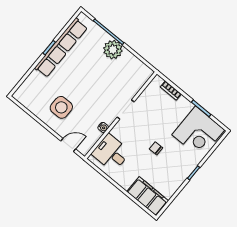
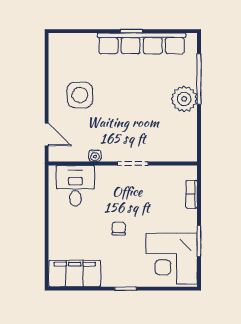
filing cabinet: (148, 196) -> (75, 273), moved, turned -90

